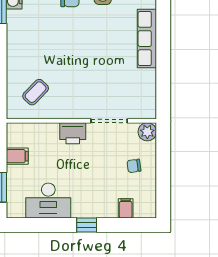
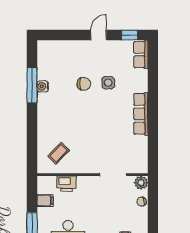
printer: (73, 133) -> (66, 184), moved
chair: (134, 166) -> (142, 202), moved

